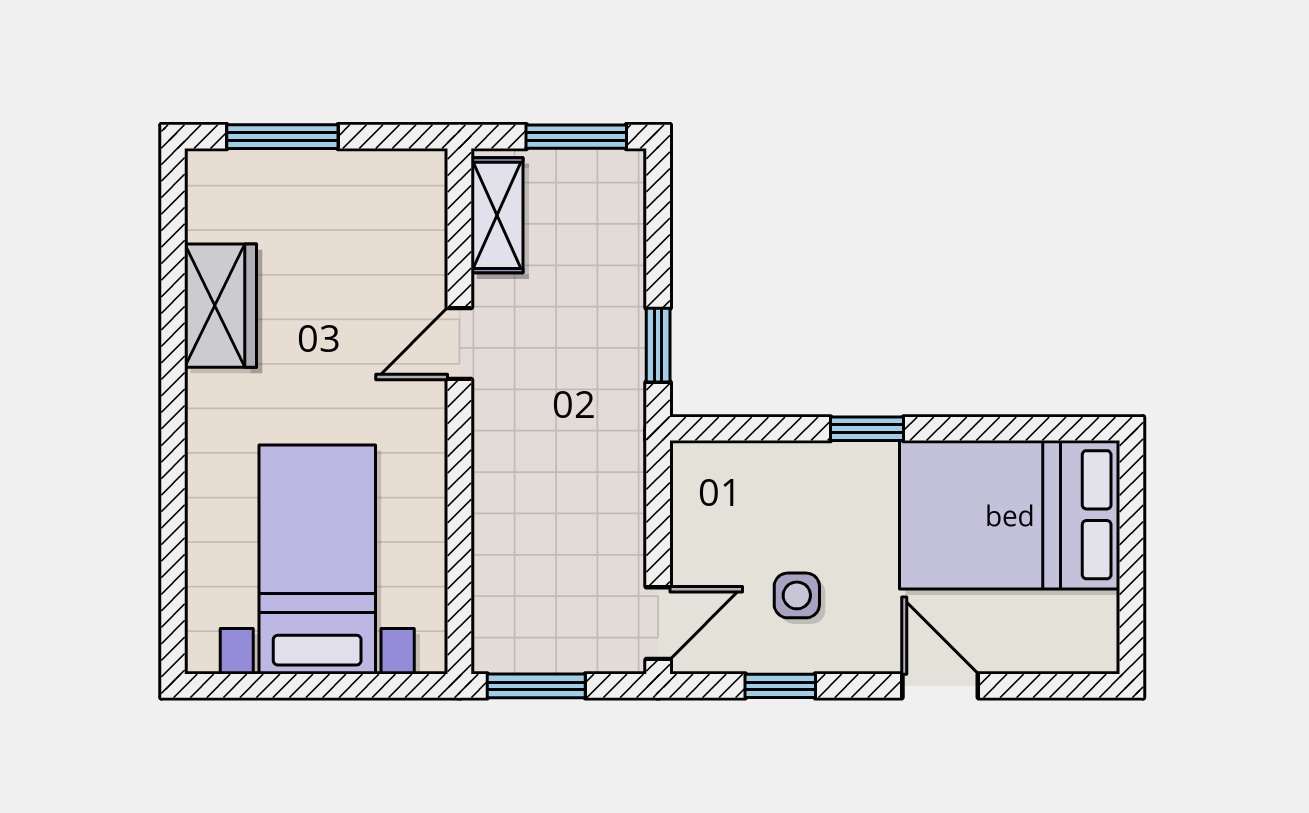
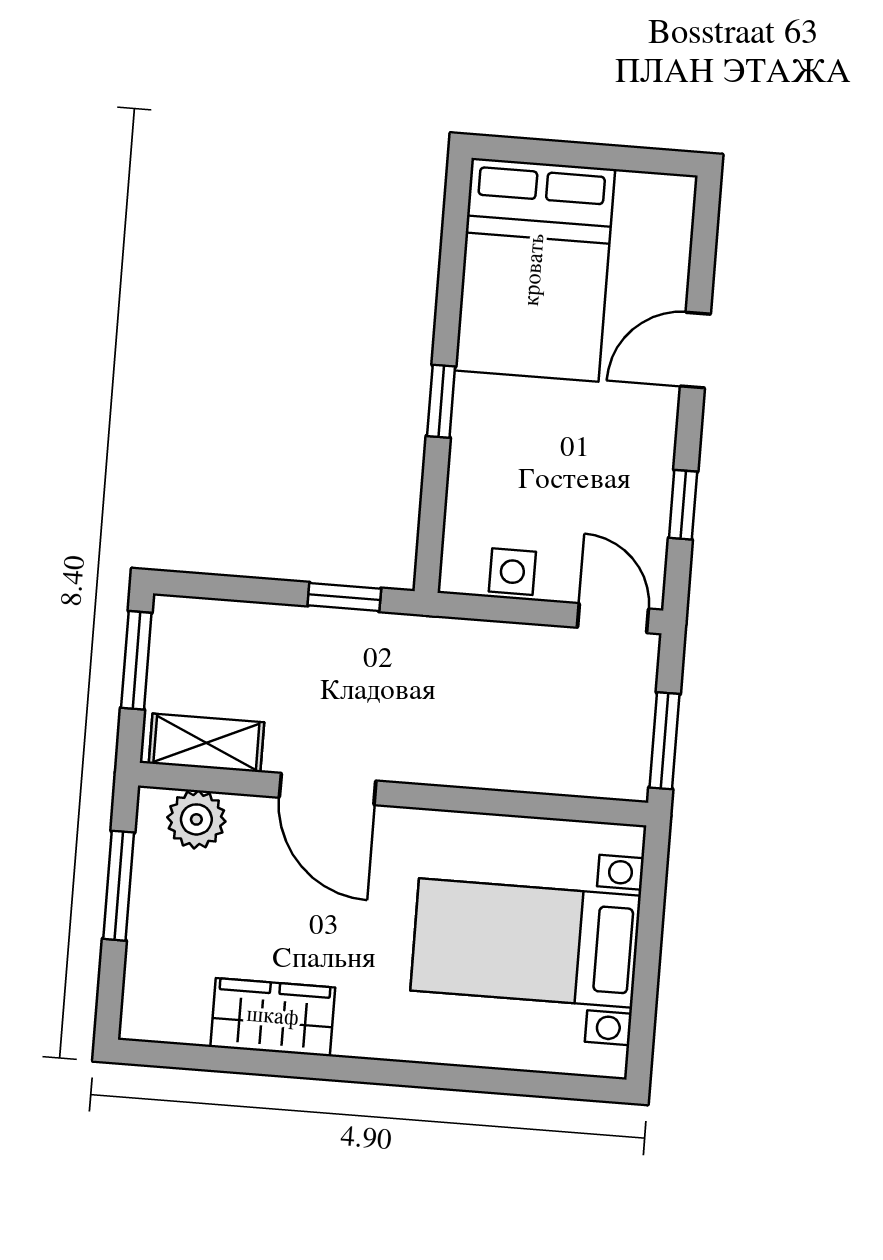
window: (282, 137) -> (119, 886), moved
plant: (418, 211) -> (196, 819), added
door: (459, 344) -> (328, 789), width x1.38
side table: (797, 595) -> (512, 572), moved

